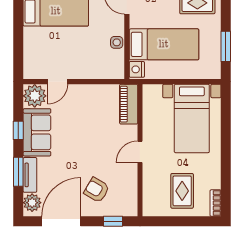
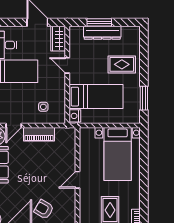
side table: (117, 42) -> (43, 107), moved
piano: (129, 104) -> (39, 134), moved, turned -90

